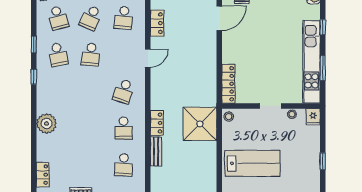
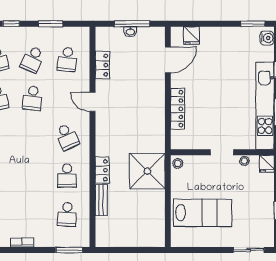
door: (148, 58) -> (93, 102), swing flipped
locker: (228, 84) -> (177, 109), moved
school desk: (124, 91) -> (67, 137), turned -42

